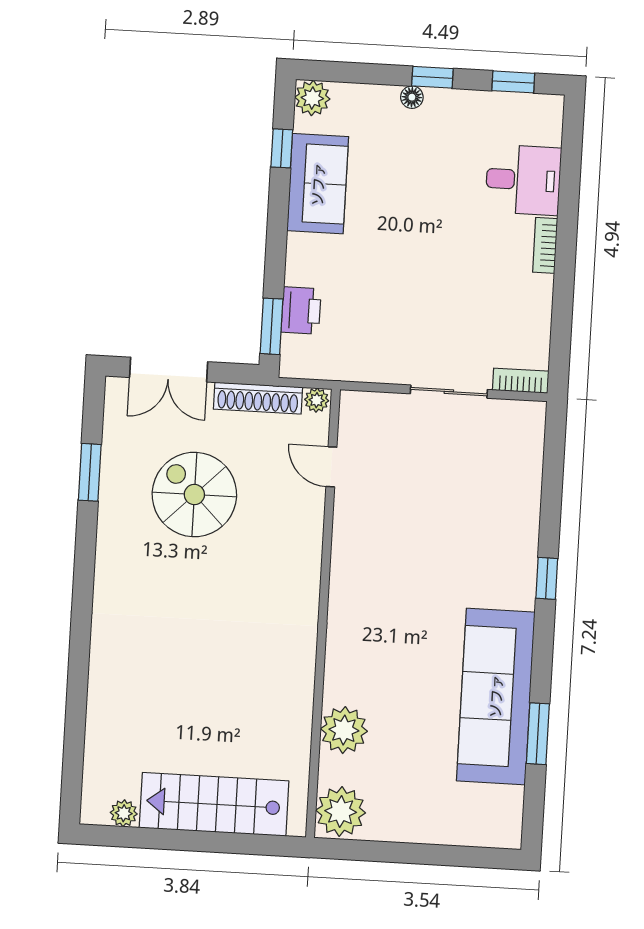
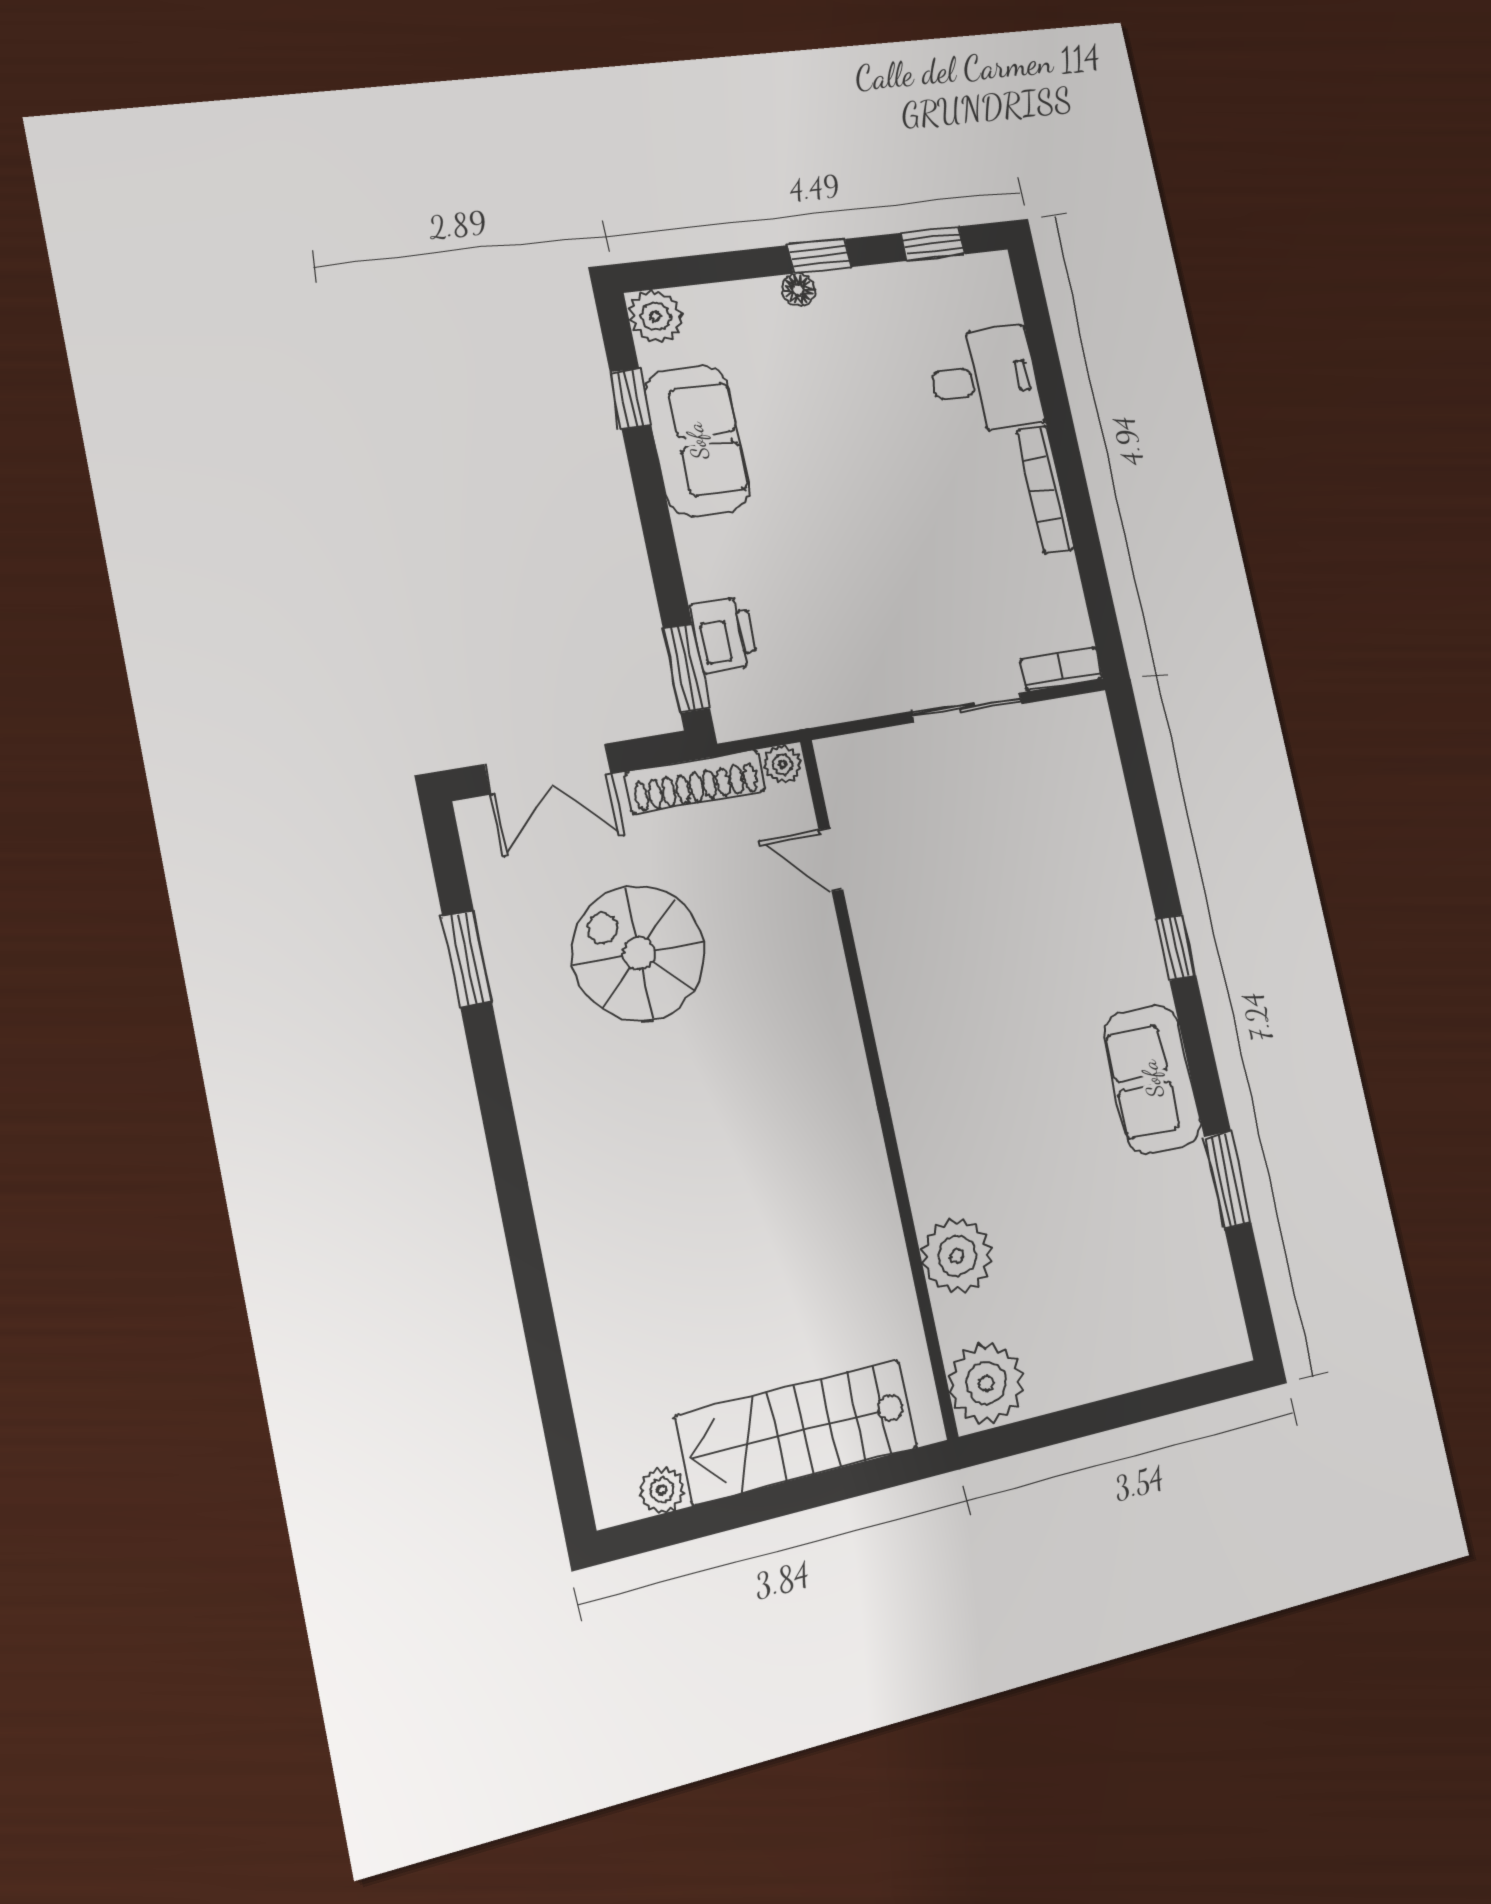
bookcase: (545, 245) -> (1045, 490), width x1.56
sofa: (496, 696) -> (1152, 1079), width x0.54, depth x0.79

